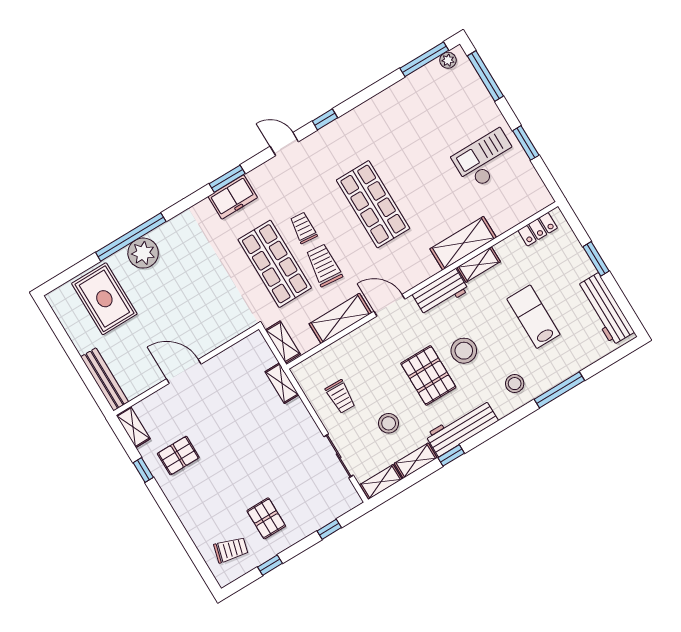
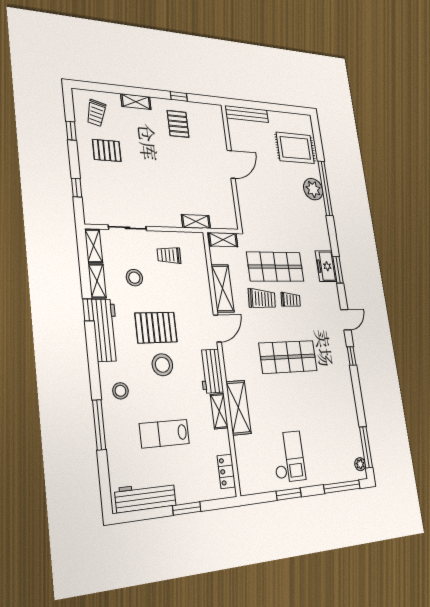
lab bench: (533, 317) -> (164, 434), turned 180
shelving: (133, 427) -> (136, 102), moved

